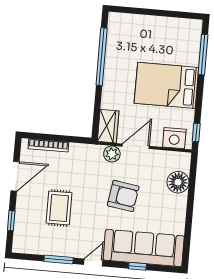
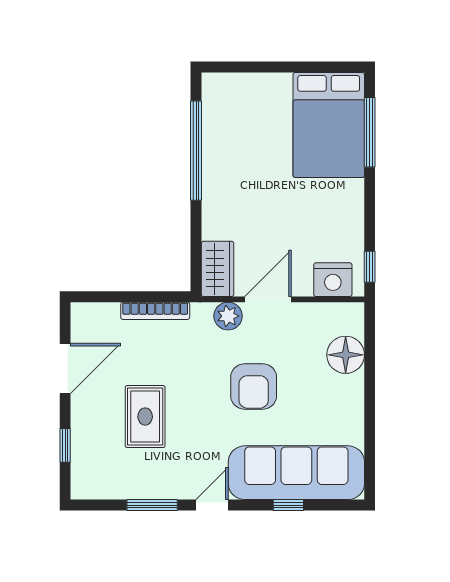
bed: (166, 85) -> (329, 125), moved, turned -90
bookcase: (48, 145) -> (155, 311), moved
armchair: (123, 196) -> (254, 386), turned 81

